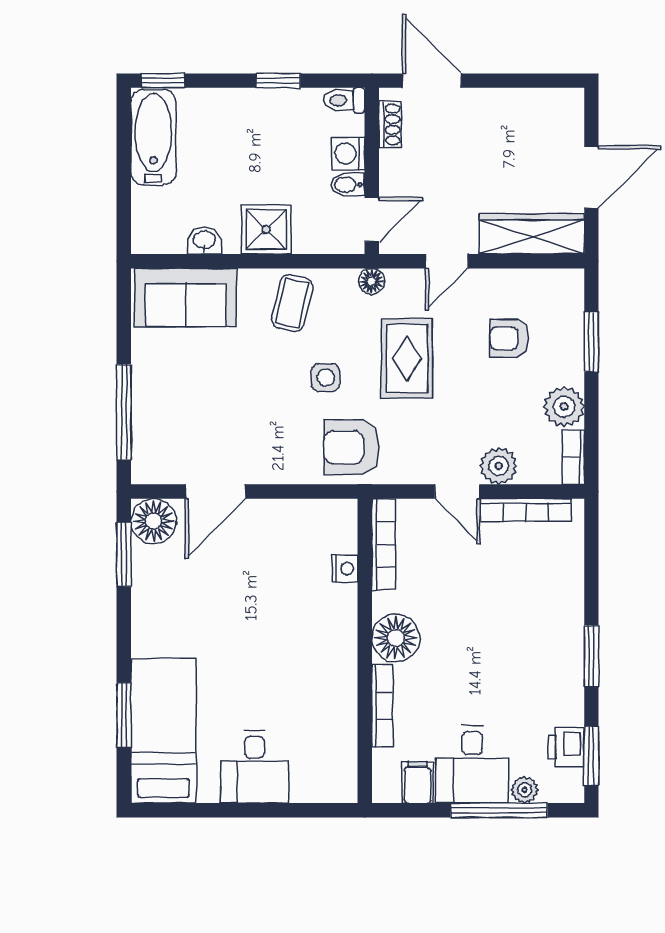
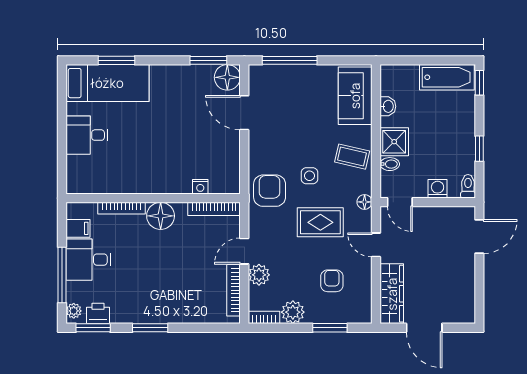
shoe rack: (390, 125) -> (454, 213), removed
bidet: (348, 184) -> (390, 164), moved, turned 90
plant: (525, 790) -> (74, 311), moved

